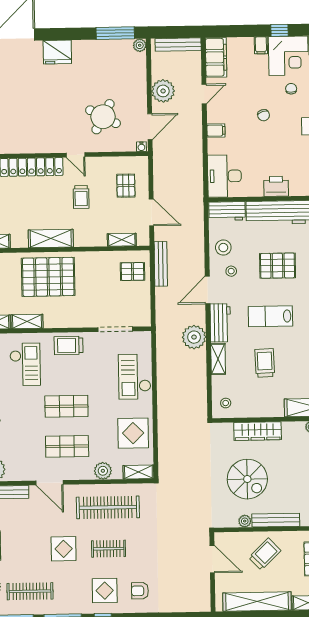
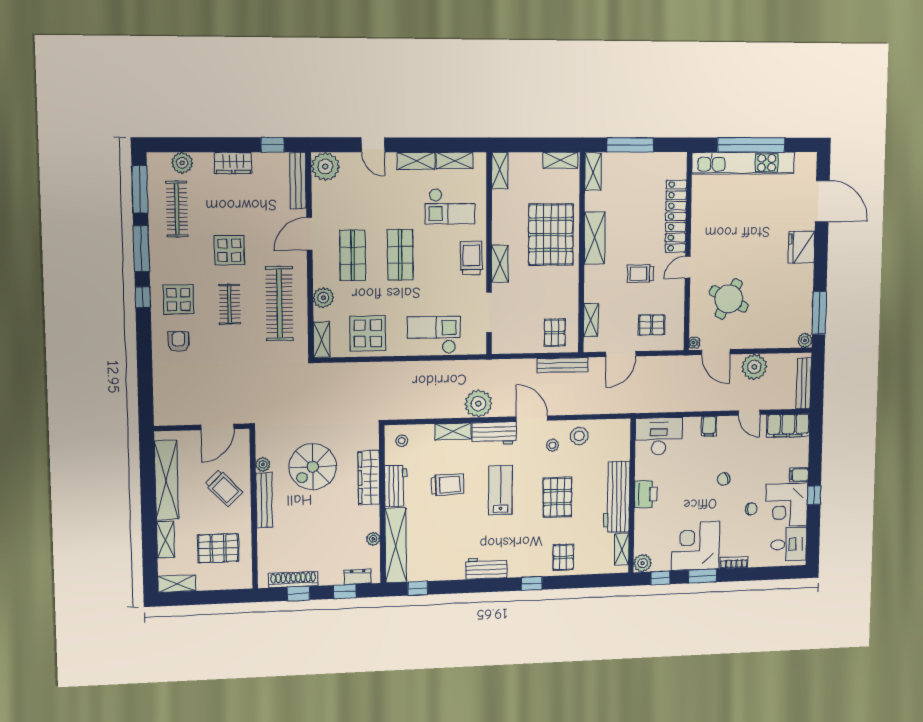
workbench: (227, 211) -> (396, 486), moved, turned 180
shelving: (27, 321) -> (500, 264), moved

